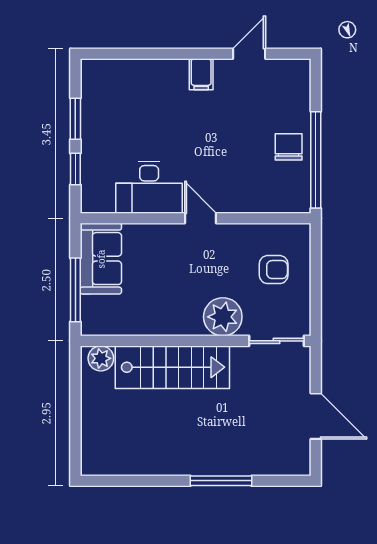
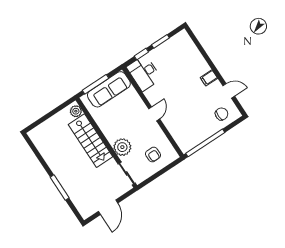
chair: (289, 147) -> (222, 114), moved
desk: (149, 187) -> (144, 73), moved
sofa: (101, 259) -> (109, 89), width x1.36

